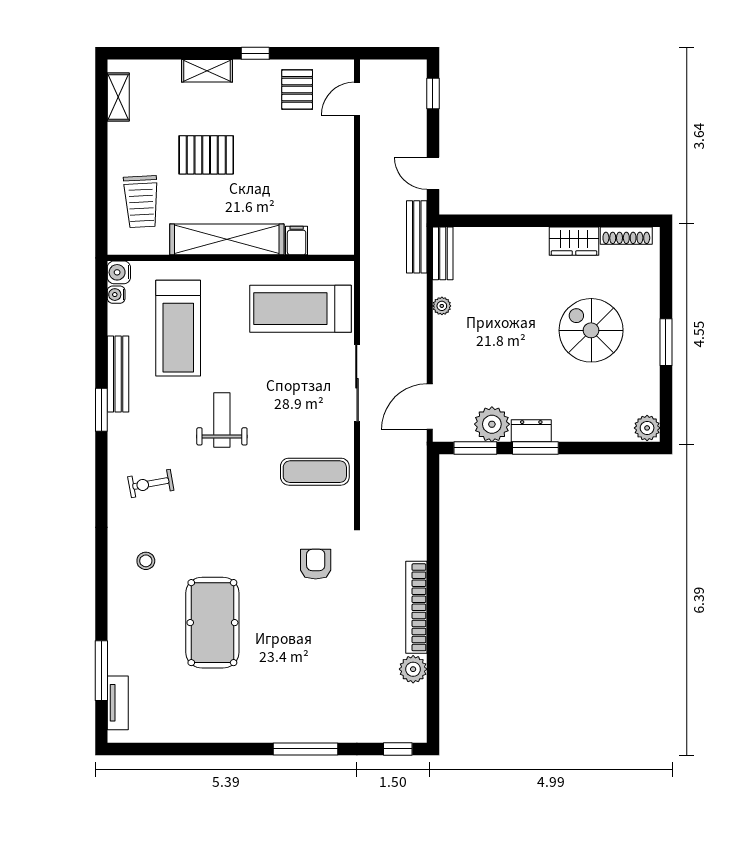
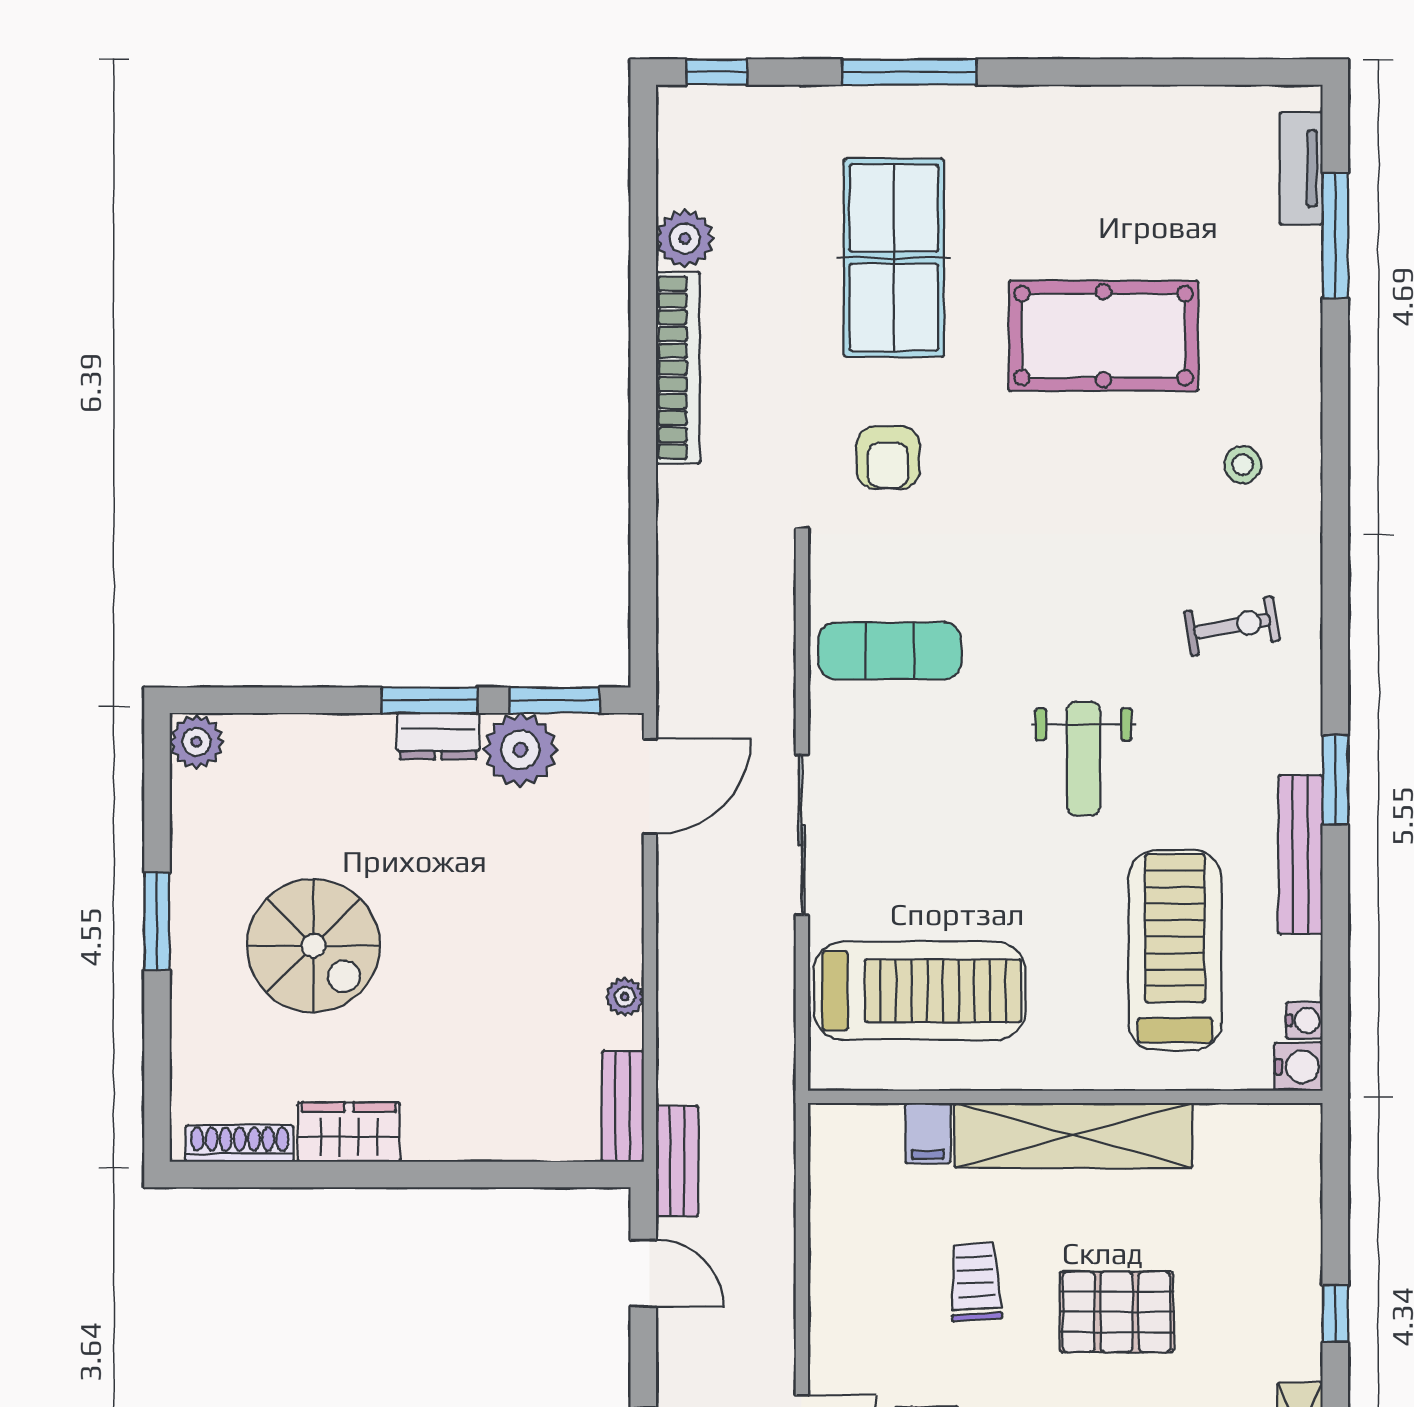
window: (101, 154) -> (1335, 1314), added
trolley: (141, 202) -> (975, 1282), moved, width x0.73, depth x0.72
bench: (417, 237) -> (677, 1161), width x0.73
pool table: (212, 623) -> (1104, 336), turned 90
table tennis table: (313, 660) -> (894, 258), added

